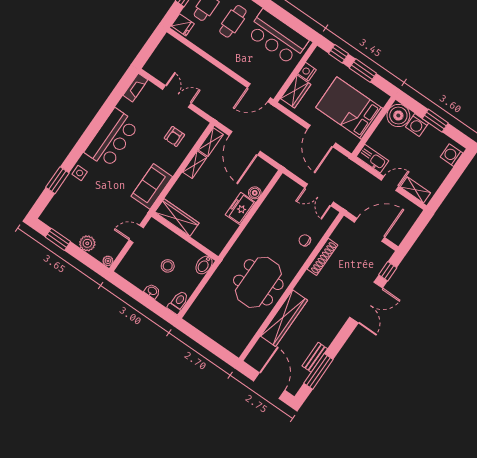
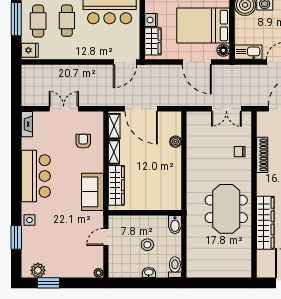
armchair: (174, 136) -> (83, 141), turned 180
floor lamp: (352, 142) -> (223, 50), added
freezer: (240, 209) -> (173, 161), removed
wardrobe: (177, 218) -> (116, 185), moved, turned 90
plant: (87, 243) -> (38, 270), moved

